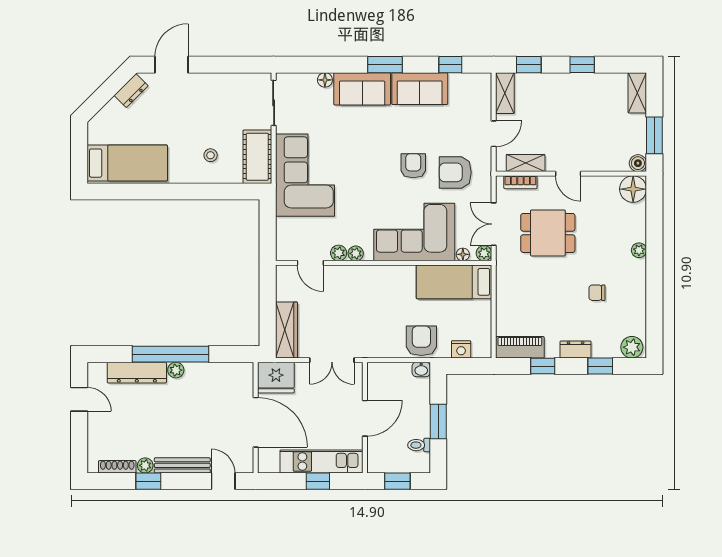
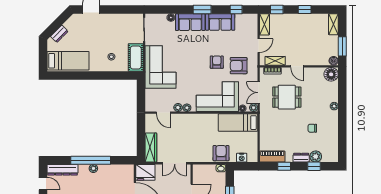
dresser: (131, 91) -> (59, 34), moved
plant: (632, 347) -> (316, 157), moved
dresser: (137, 373) -> (63, 170), moved

